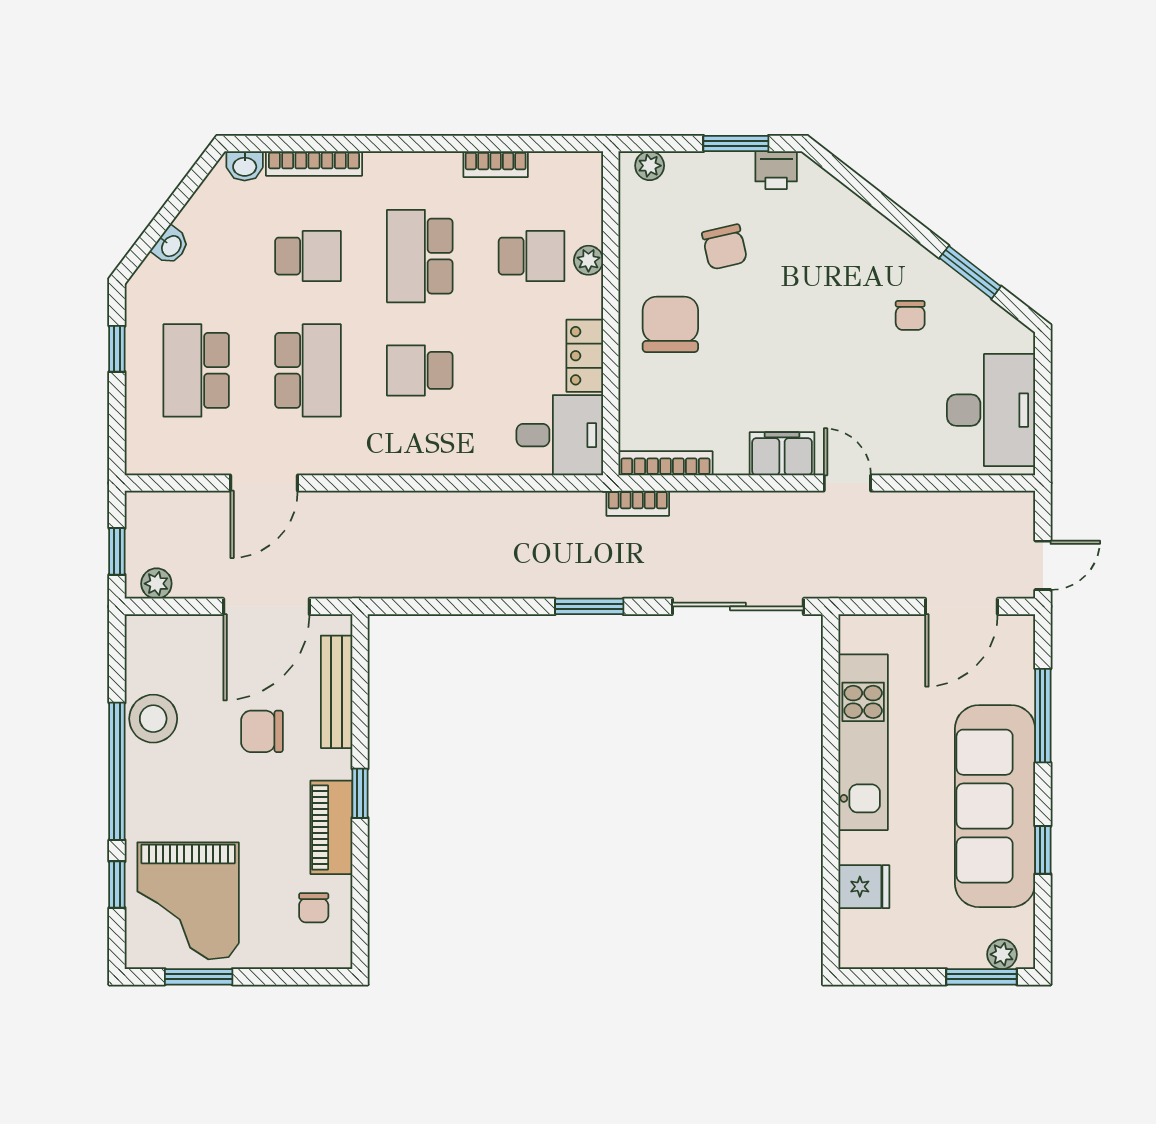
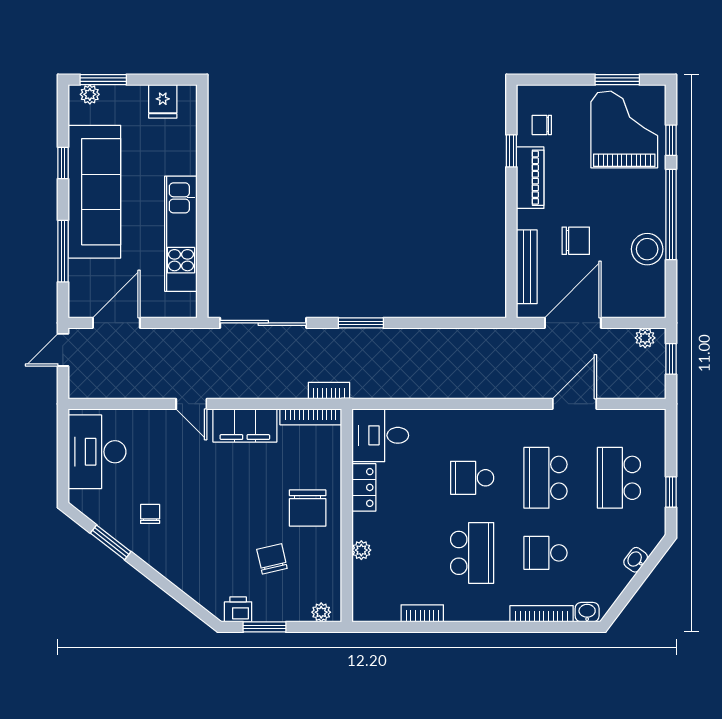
school desk: (532, 256) -> (399, 553), removed
school desk: (196, 370) -> (619, 478), turned 180
school desk: (420, 370) -> (472, 478), turned 180
filing cabinet: (782, 454) -> (245, 425), width x1.50, depth x1.17
window: (360, 793) -> (511, 151), moved
fridge: (864, 887) -> (163, 101), moved, turned -90
chair: (314, 908) -> (542, 125), turned -90

